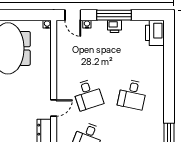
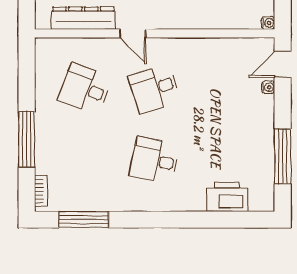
window: (114, 15) -> (283, 156), moved
printer: (114, 26) -> (264, 131), removed
printer: (155, 33) -> (227, 197), moved

